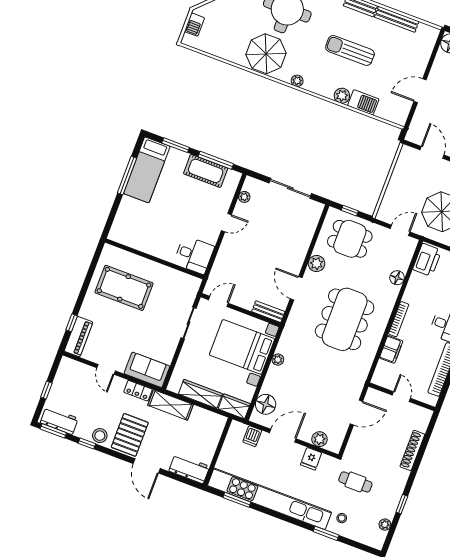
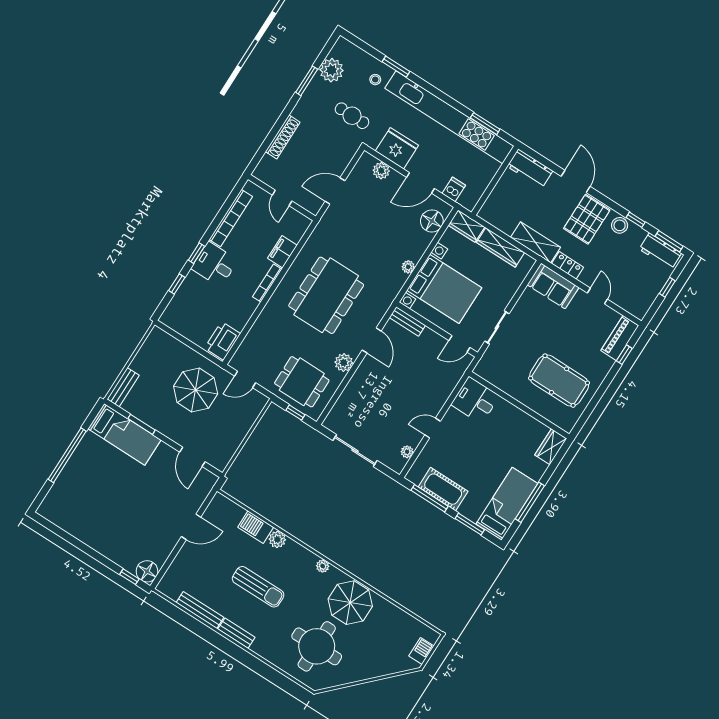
wardrobe: (119, 228) -> (551, 447), added
floor lamp: (397, 278) -> (259, 328), removed
fridge: (311, 459) -> (397, 148), width x1.88, depth x1.34
window: (402, 504) -> (307, 81), width x1.50
plant: (385, 525) -> (331, 70), width x1.87, depth x1.87

